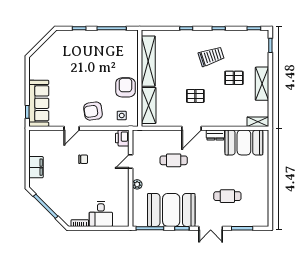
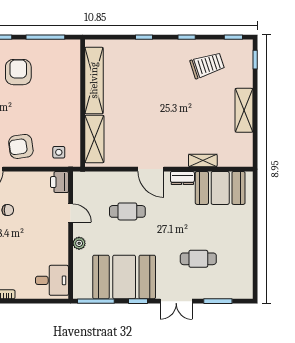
trolley: (211, 56) -> (207, 65), moved
pallet: (234, 78) -> (207, 103), removed
armchair: (125, 87) -> (18, 72), moved
pallet: (195, 96) -> (156, 126), removed
shelving: (258, 122) -> (203, 160), moved
door: (191, 128) -> (151, 169), hinge flipped
door: (131, 161) -> (71, 213), swing flipped
desk: (101, 214) -> (52, 280), moved, turned -90

